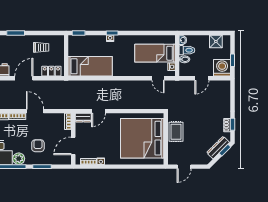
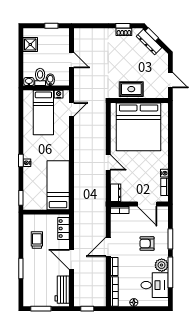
washing machine: (222, 68) -> (60, 37), removed
door: (98, 111) -> (108, 163), moved

